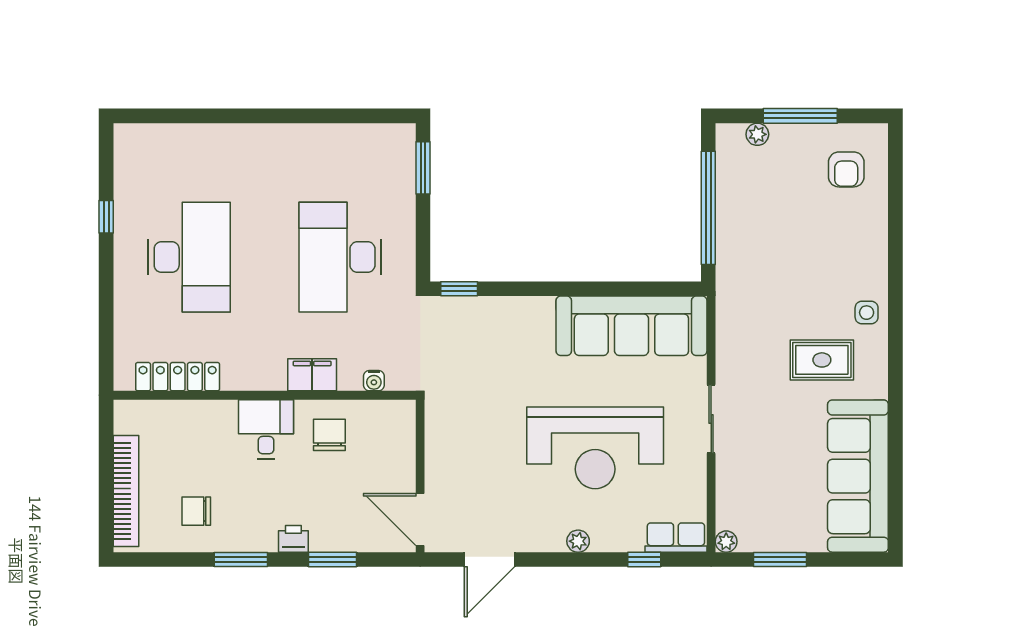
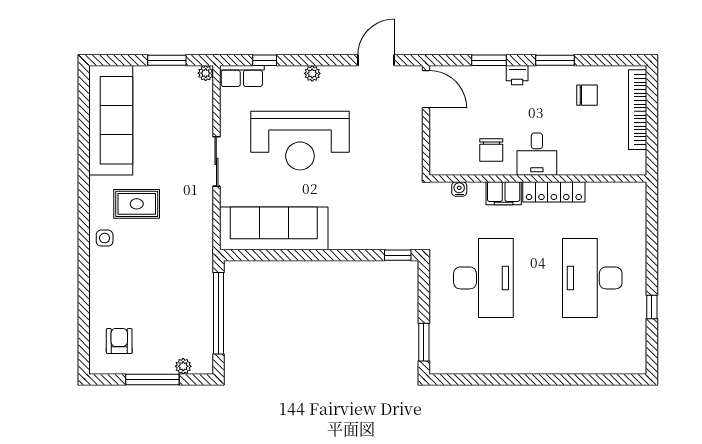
locker: (178, 377) -> (554, 192), moved
reception desk: (595, 448) -> (300, 141), turned 180

